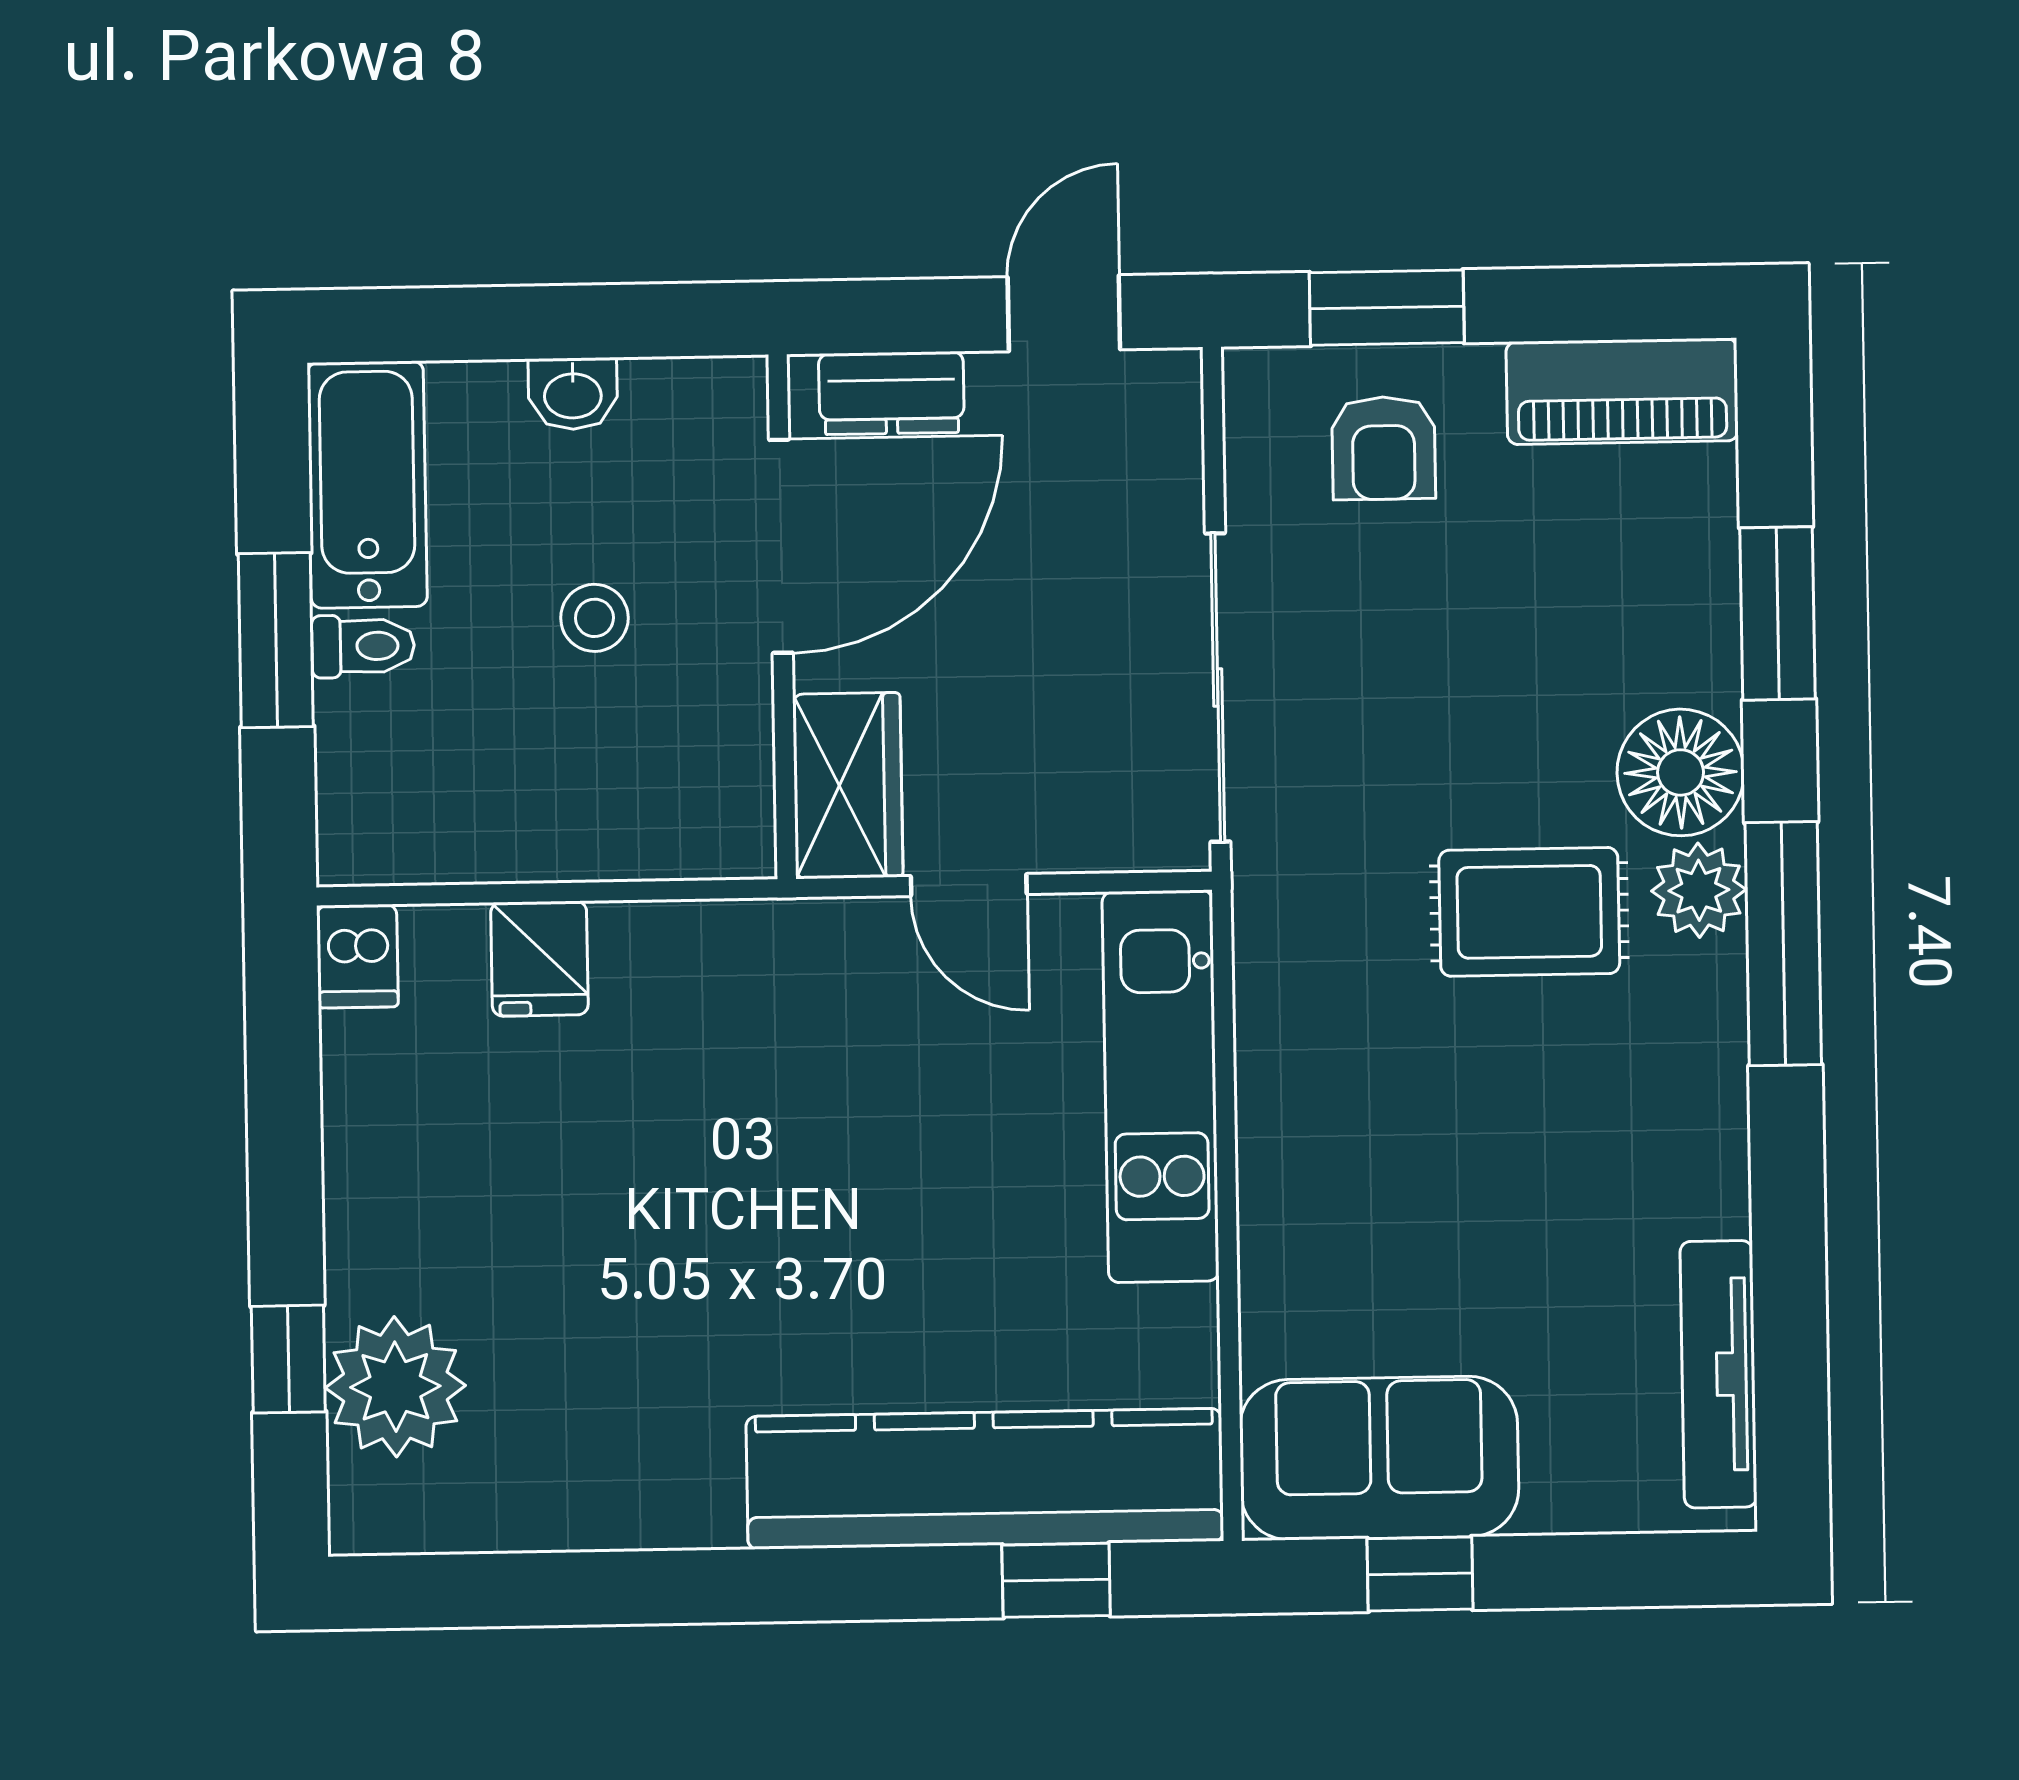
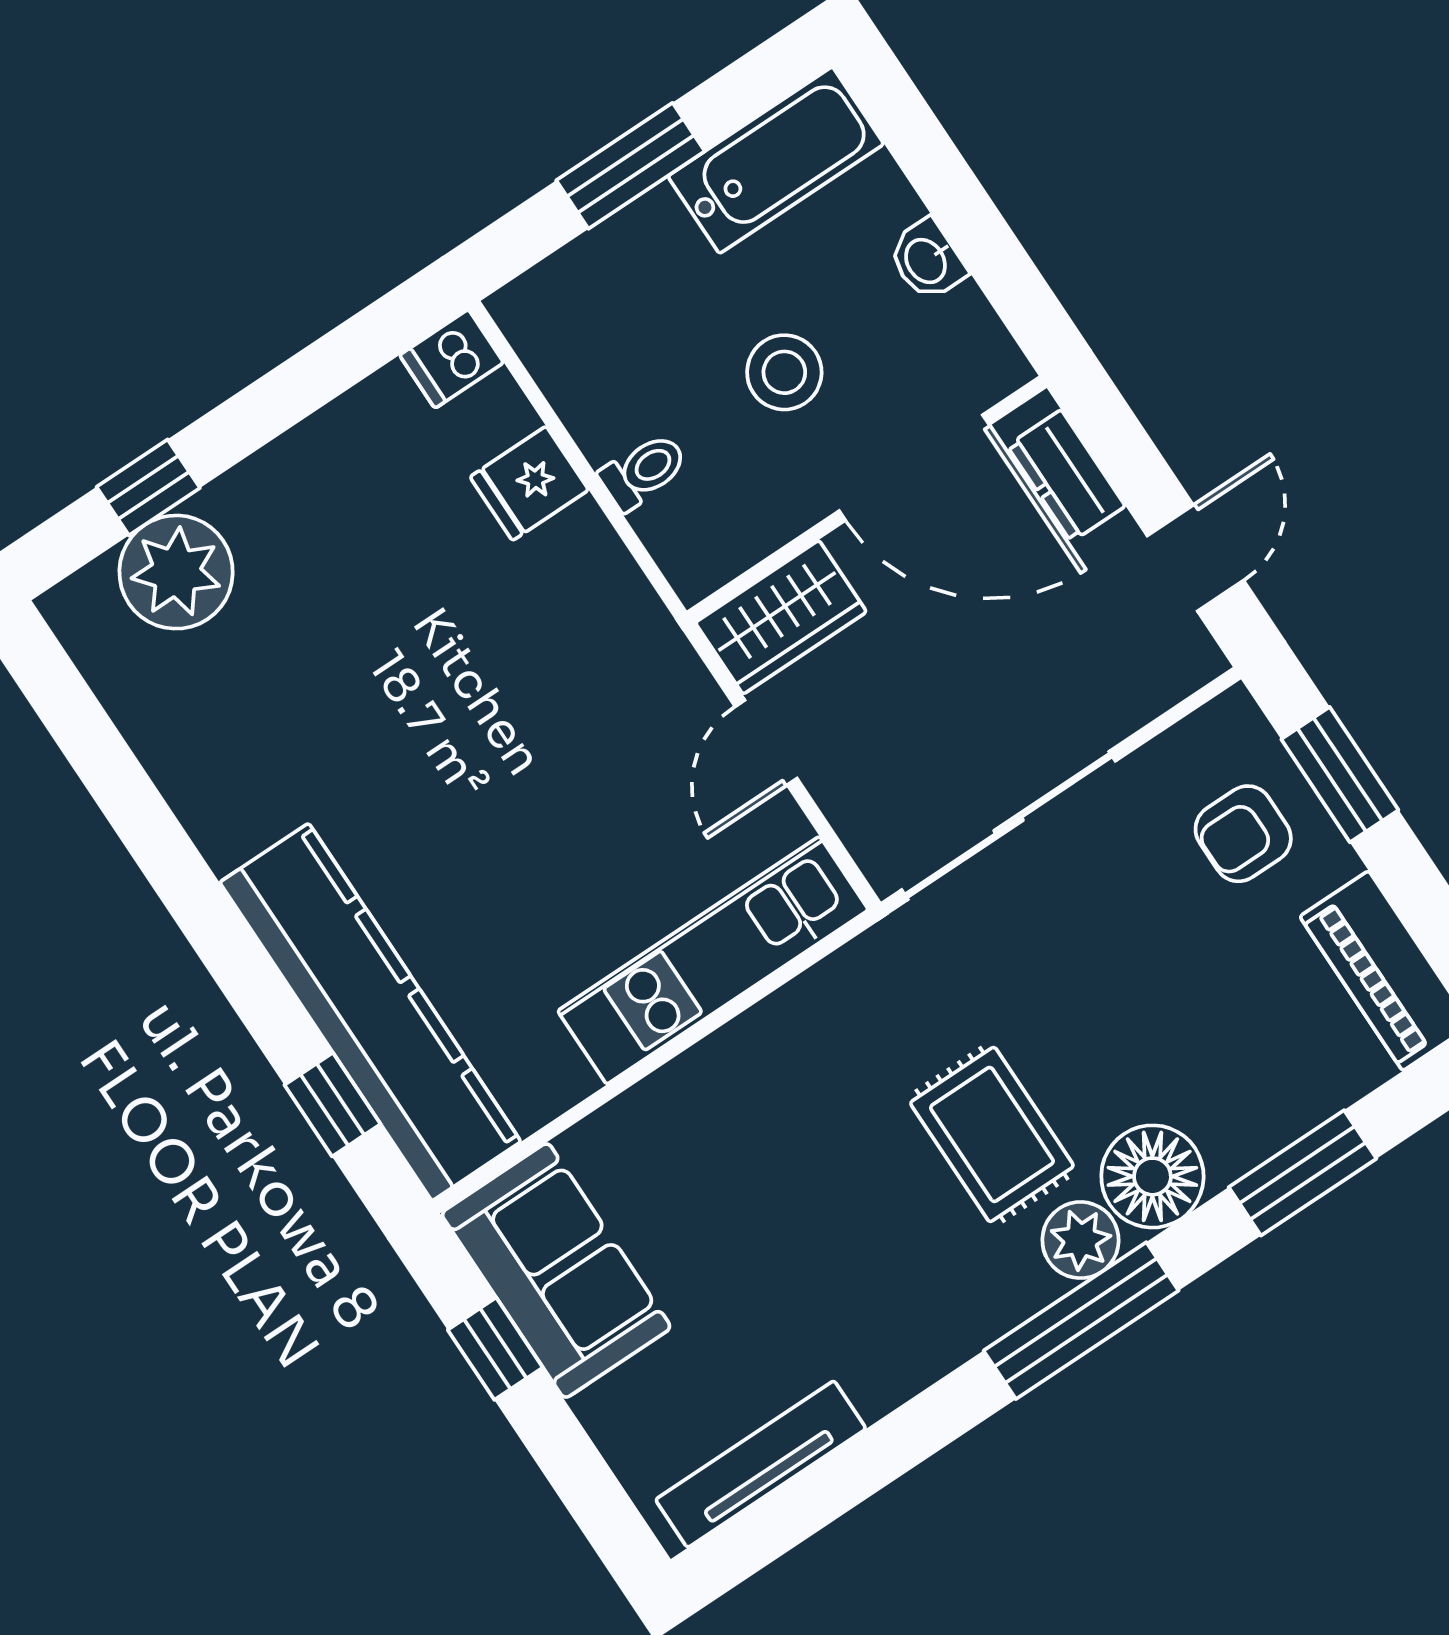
door: (1064, 313) -> (1195, 558), hinge flipped
stool: (594, 618) -> (784, 372), width x1.37, depth x1.37
toilet: (363, 646) -> (643, 471), moved, turned -90

